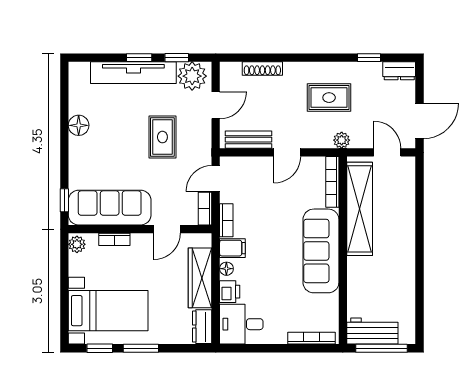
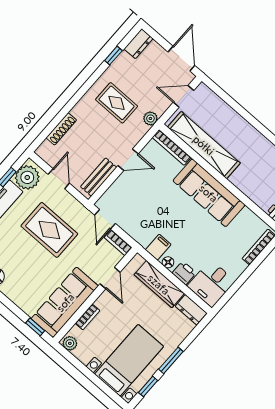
rug: (329, 98) -> (117, 103), turned 90
rug: (162, 137) -> (49, 230), width x1.36, depth x1.43
door: (287, 152) -> (128, 160), hinge flipped
bookcase: (226, 220) -> (137, 236), removed

